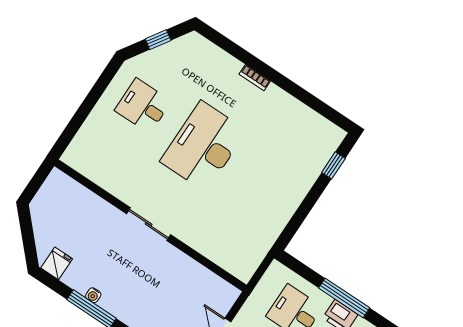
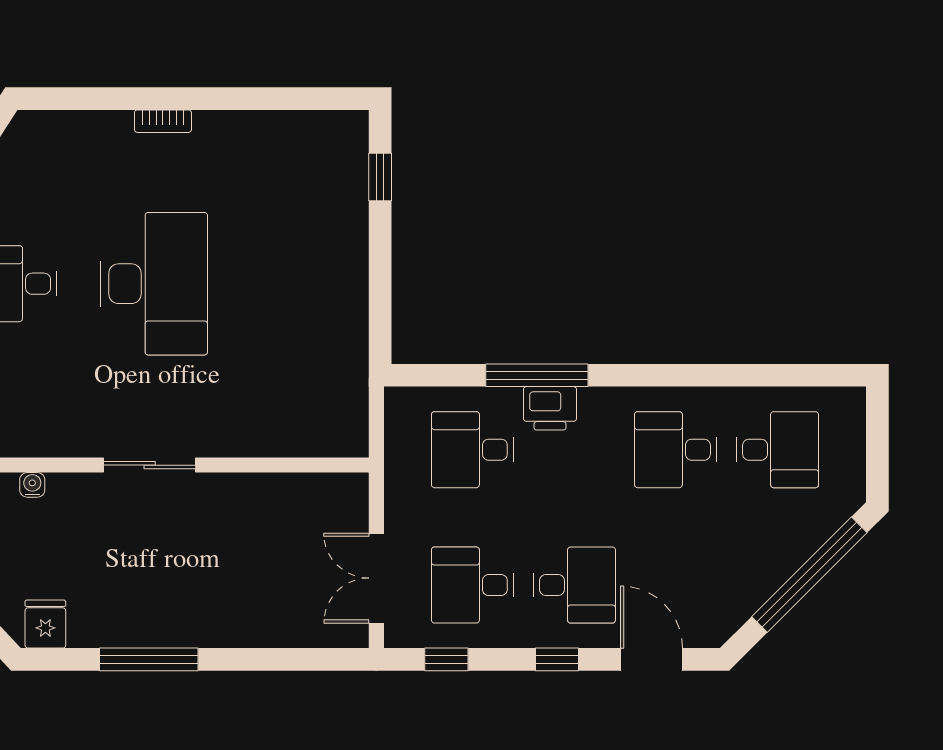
desk: (203, 146) -> (154, 284), turned 180
water cooler: (93, 295) -> (32, 485), moved, turned 180

